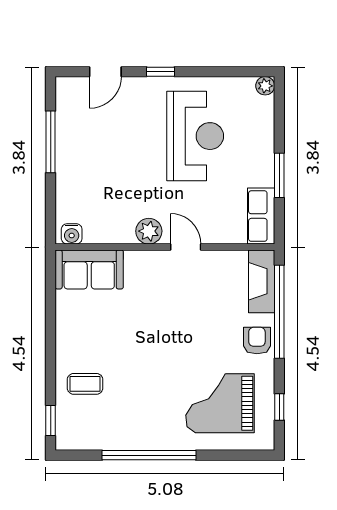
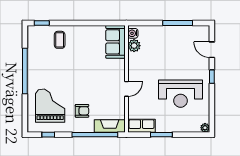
plant: (149, 231) -> (134, 46), moved
armchair: (257, 341) -> (82, 111), moved

